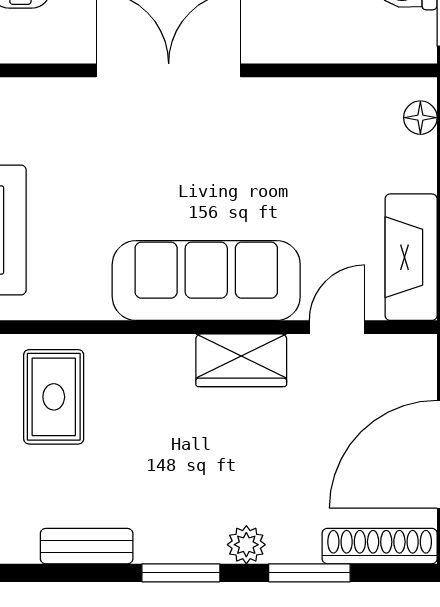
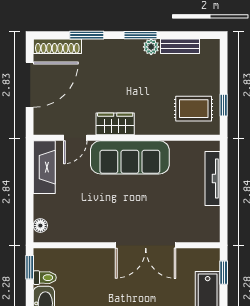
rug: (54, 397) -> (194, 109), turned 90
plant: (246, 545) -> (151, 47), moved

